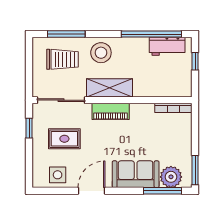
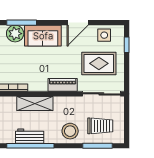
workbench: (167, 46) -> (30, 136), moved
trolley: (63, 59) -> (100, 126), turned 180
shelving: (110, 88) -> (35, 103), moved
window: (29, 128) -> (127, 45), moved
rug: (64, 139) -> (99, 63), width x1.36, depth x1.43

